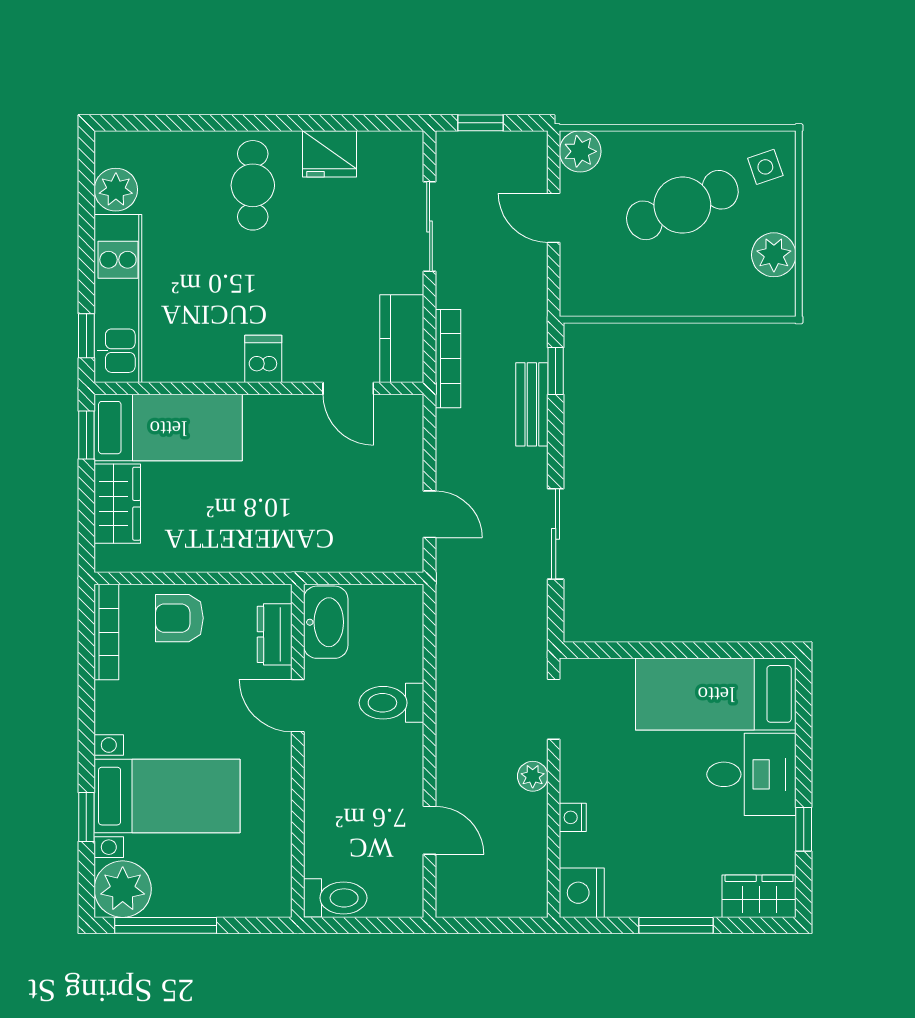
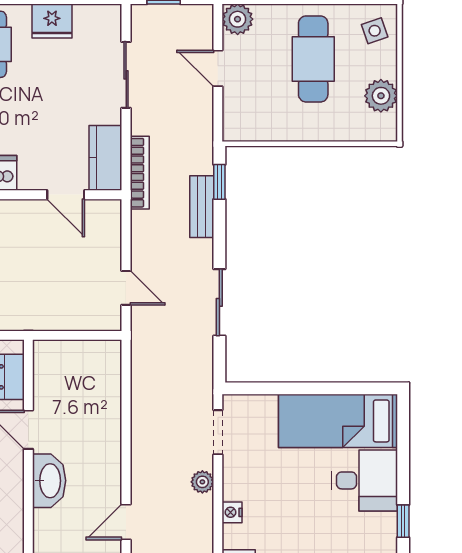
cafe table: (682, 205) -> (313, 59), turned -68
washbasin: (326, 622) -> (49, 481), moved
toilet: (391, 703) -> (98, 427), removed
door: (430, 830) -> (126, 522), swing flipped

